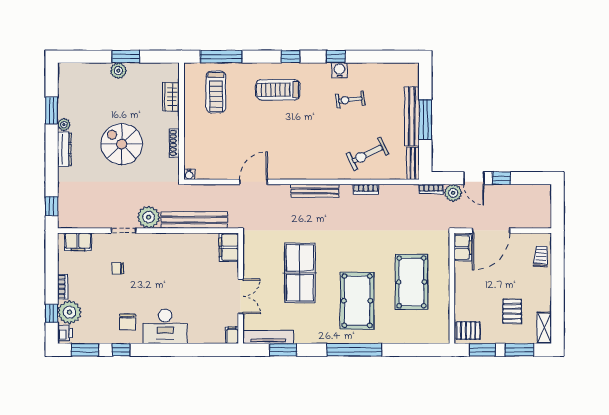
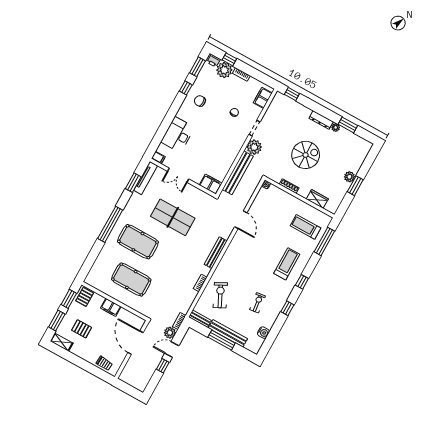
water cooler: (339, 70) -> (263, 333), moved
filing cabinet: (463, 248) -> (111, 307), moved
desk: (165, 326) -> (178, 135), moved

